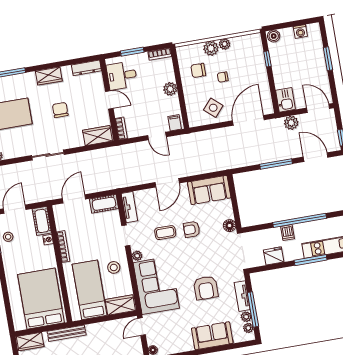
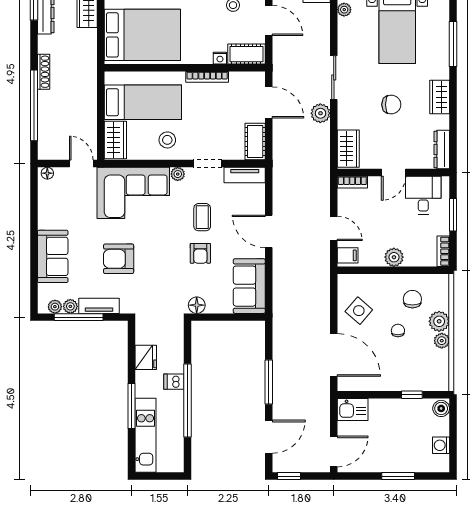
plant: (291, 123) -> (320, 113), moved
door: (157, 136) -> (334, 228), swing flipped
armchair: (192, 229) -> (200, 253), turned 180
bench: (67, 333) -> (90, 61), removed

